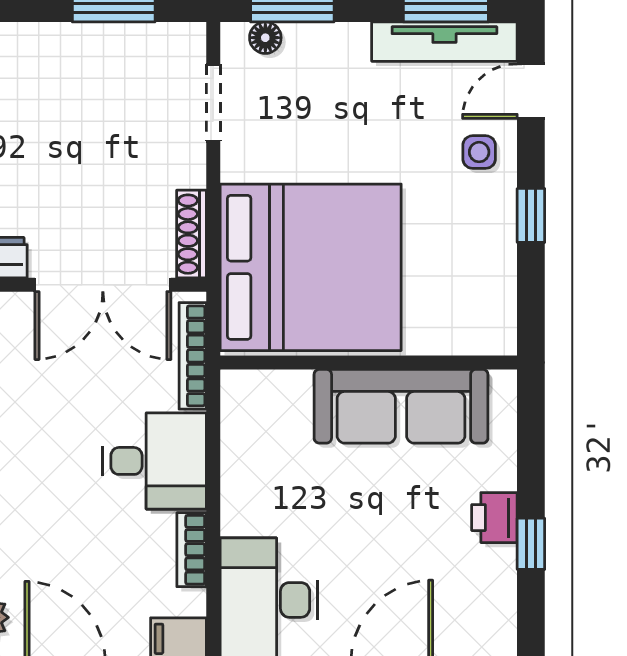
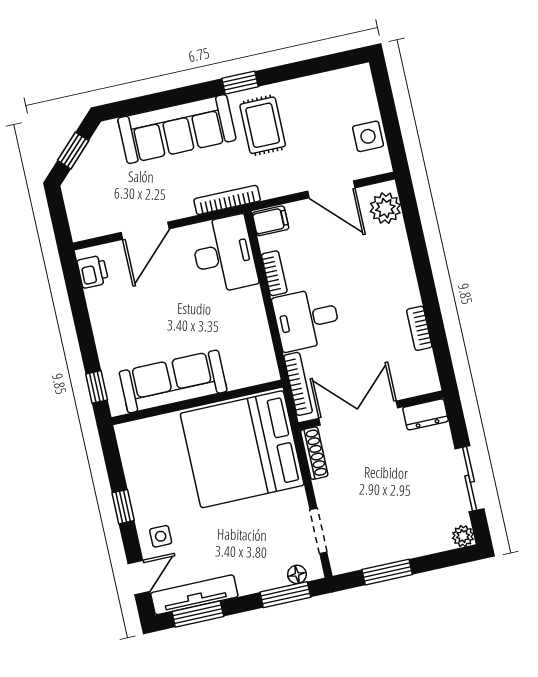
printer: (494, 518) -> (93, 272), moved
window: (531, 544) -> (97, 387), moved

